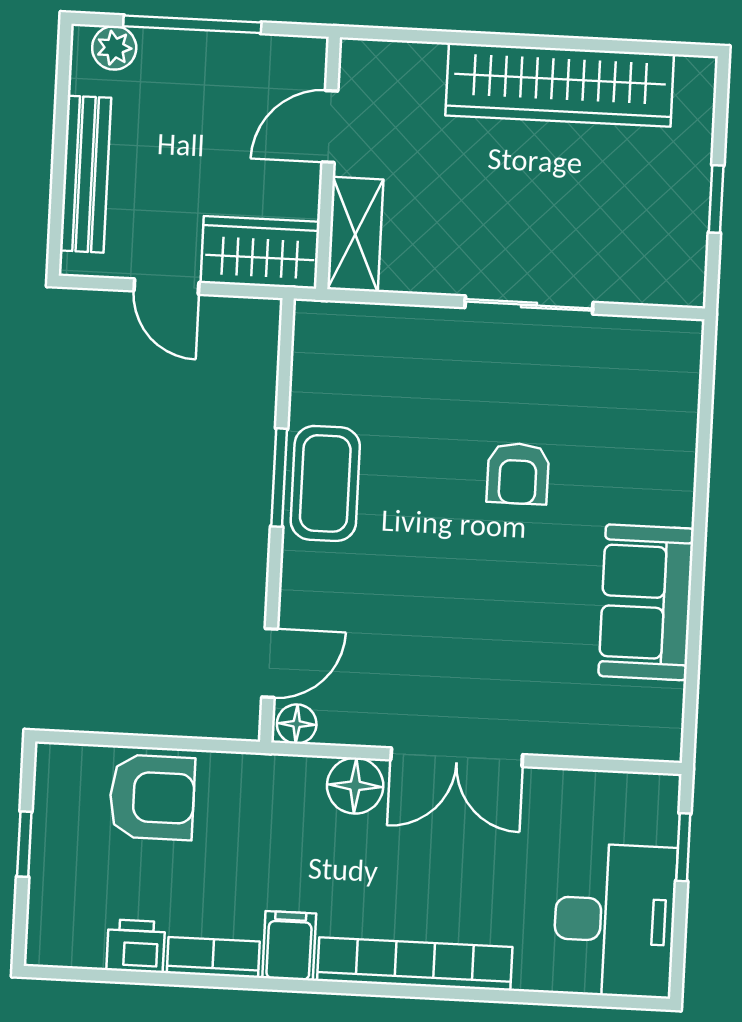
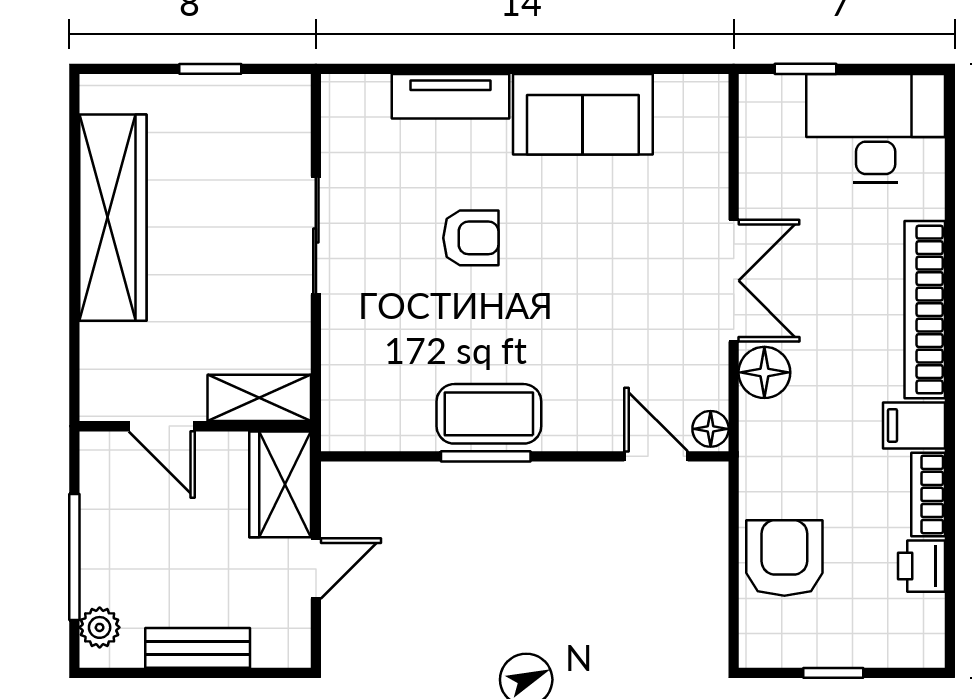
bench: (86, 174) -> (198, 648), width x0.73
tv unit: (673, 459) -> (450, 96), added

